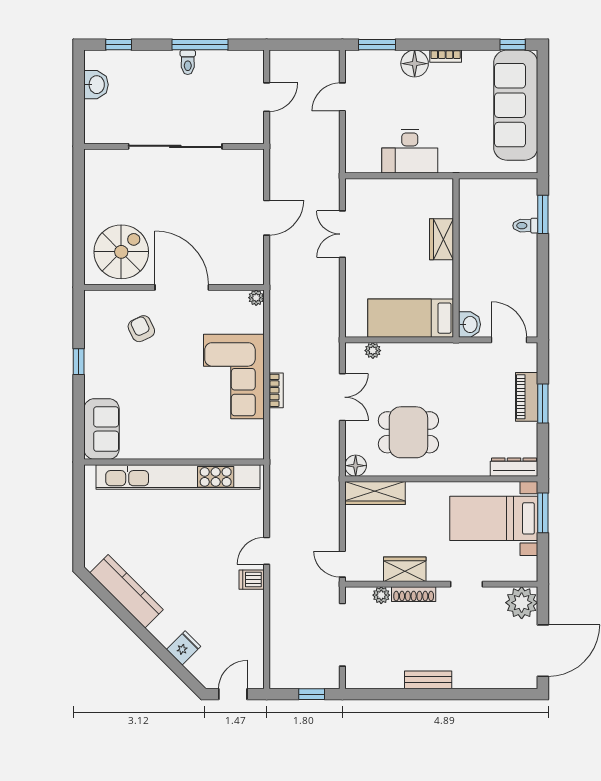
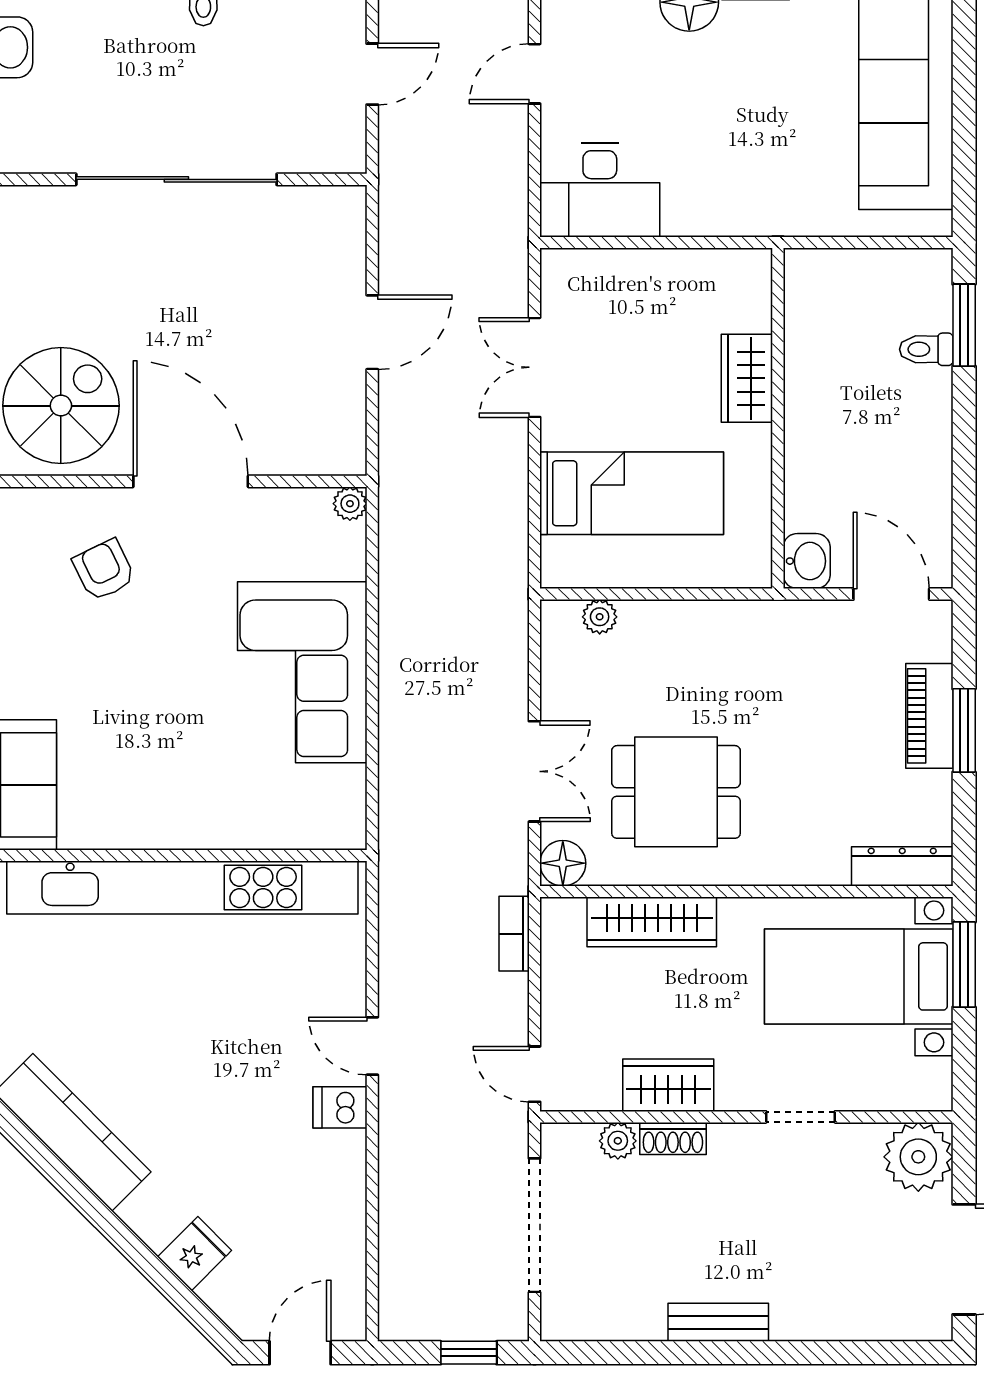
desk: (410, 151) -> (600, 190), moved
bed: (411, 318) -> (632, 493), moved, turned 180
bookcase: (276, 390) -> (514, 934), moved, turned 180
double door: (342, 397) -> (534, 771), moved
wardrobe: (375, 493) -> (652, 922), moved
door: (267, 551) -> (372, 1046), hinge flipped
shoe rack: (414, 594) -> (673, 1138), width x0.70

